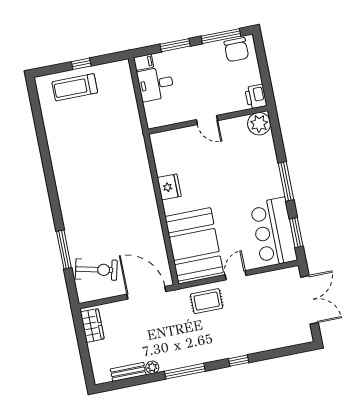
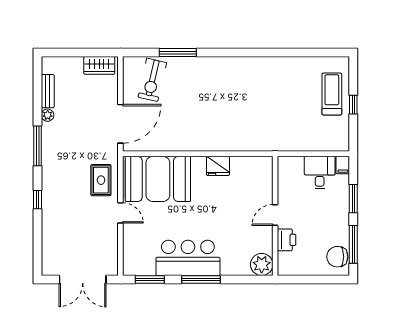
printer: (256, 97) -> (287, 240), moved, turned 90
bar counter: (274, 232) -> (188, 258), moved

